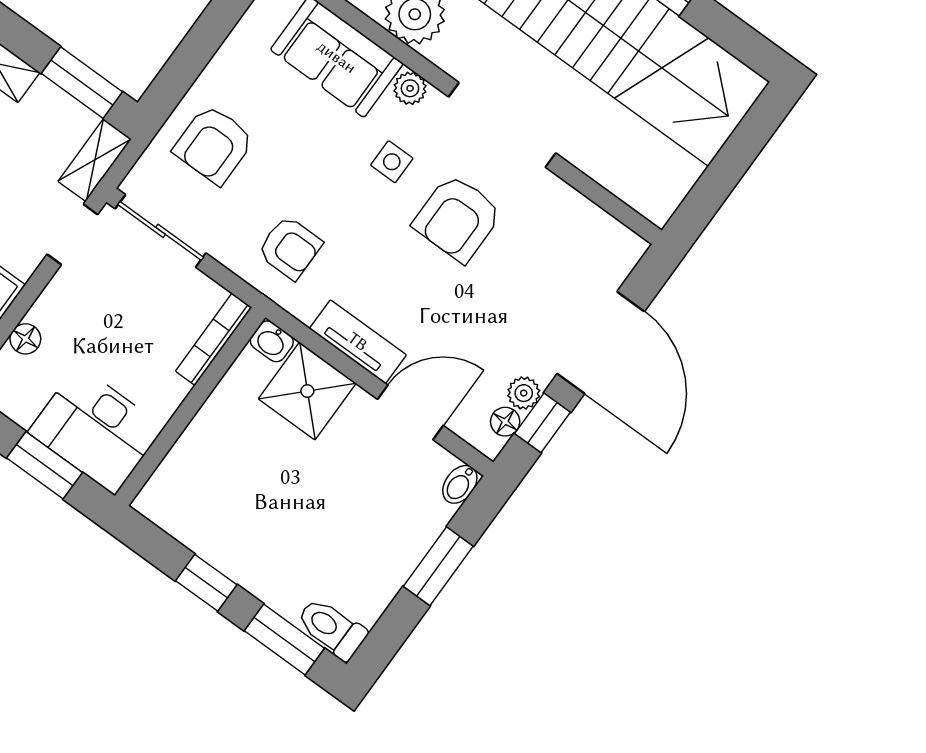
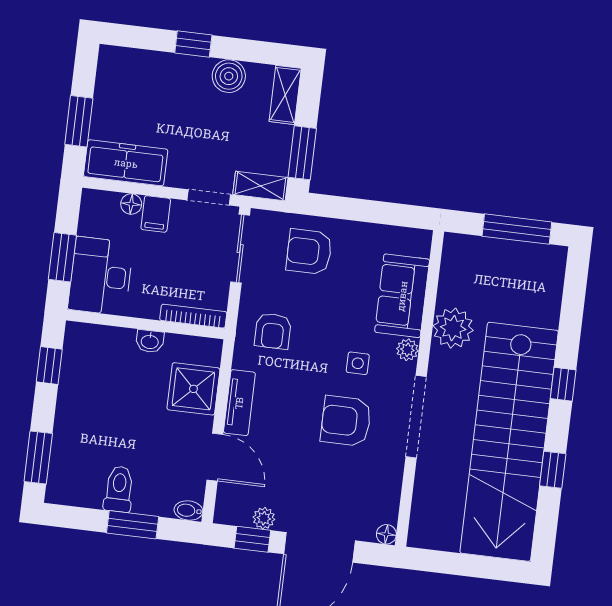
filing cabinet: (56, 314) -> (156, 214), added
washbasin: (272, 341) -> (150, 341), moved, turned -90
floor lamp: (505, 422) -> (386, 534), moved
window: (206, 583) -> (49, 366), moved
toilet: (332, 629) -> (119, 489), moved

